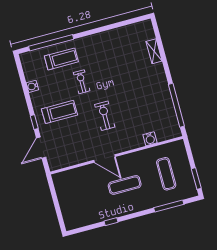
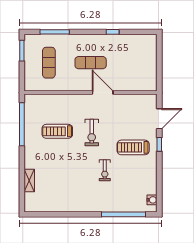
treadmill: (61, 59) -> (57, 131), moved
water cooler: (32, 86) -> (152, 200), moved
water cooler: (150, 139) -> (55, 100), removed

